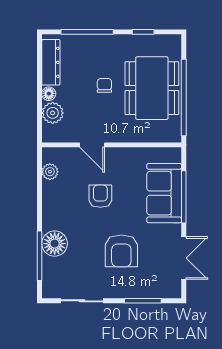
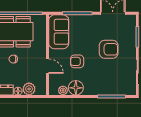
door: (92, 145) -> (47, 66), hinge flipped
sofa: (164, 193) -> (59, 32), moved, turned -90
floor lamp: (55, 244) -> (76, 88), moved

